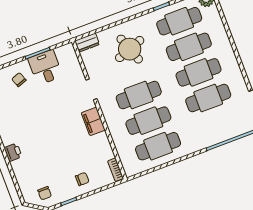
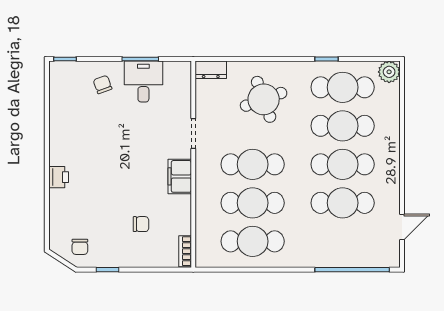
chair: (82, 179) -> (141, 224), moved

